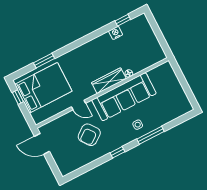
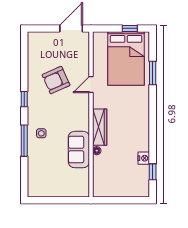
sofa: (124, 97) -> (79, 150), width x0.54, depth x0.79
armchair: (89, 135) -> (56, 80), turned -77

